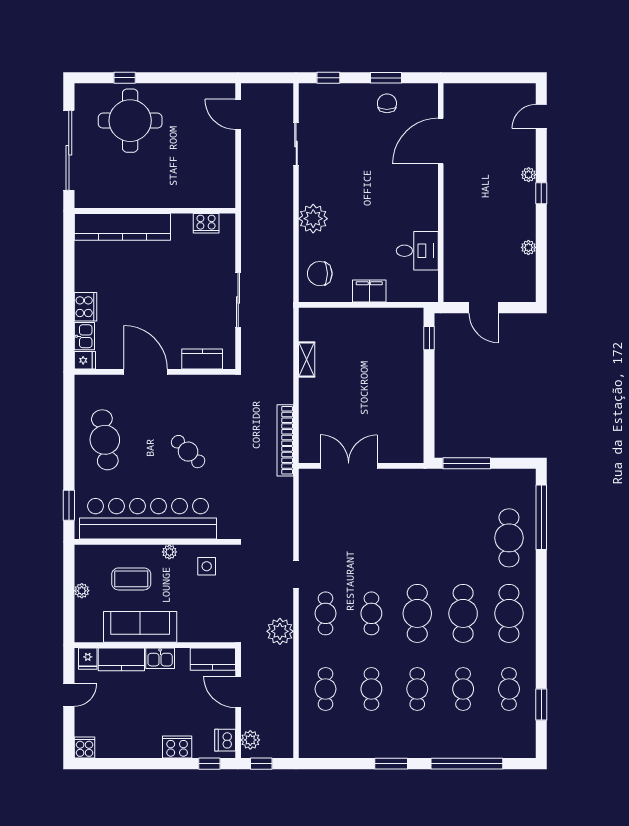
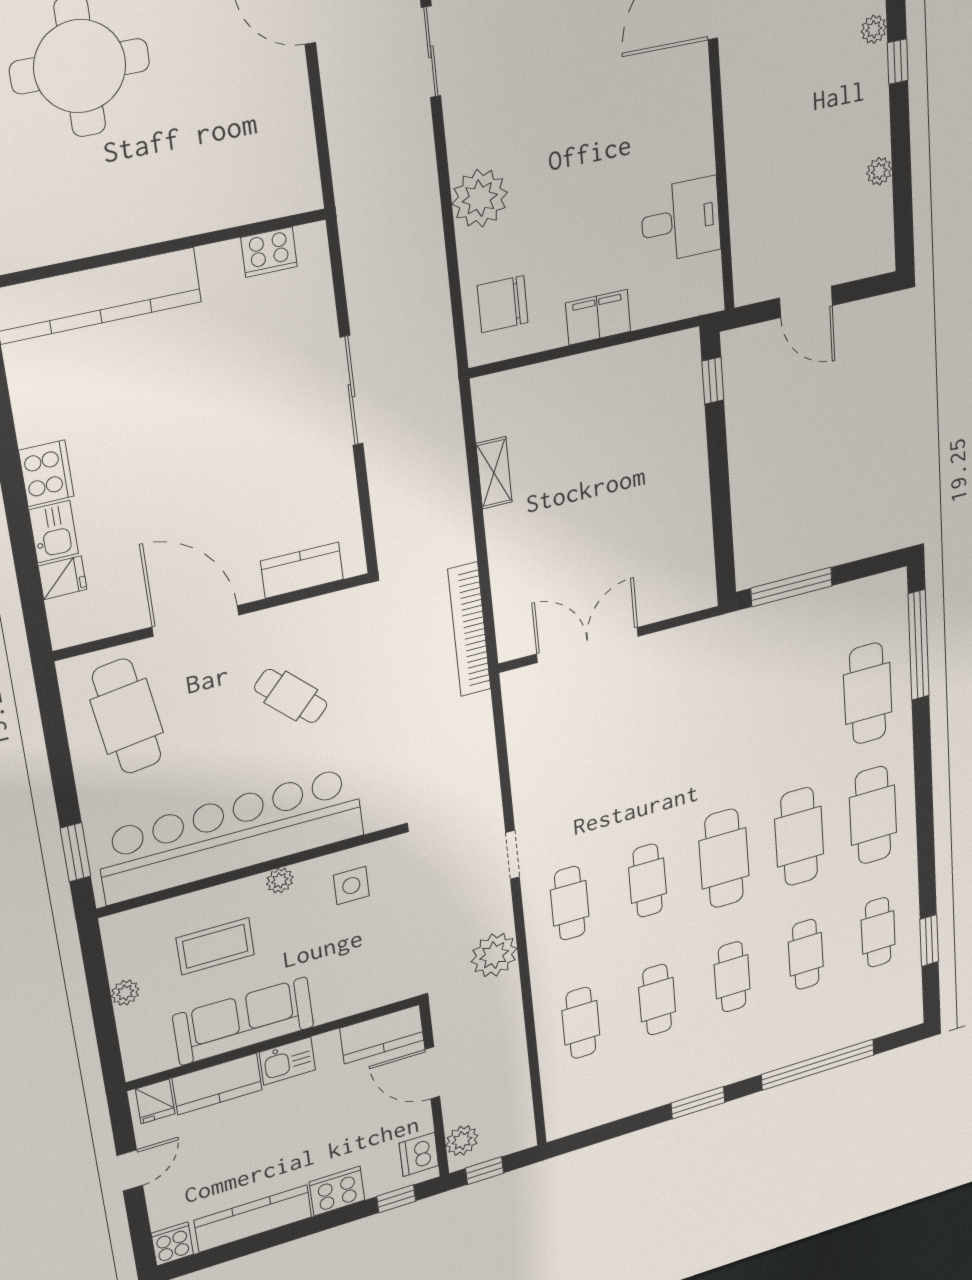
kitchen counter: (202, 359) -> (302, 570), moved
door: (146, 372) -> (196, 621), moved
wall: (155, 372) -> (214, 617), moved
kitchen counter: (130, 748) -> (253, 1219), added

